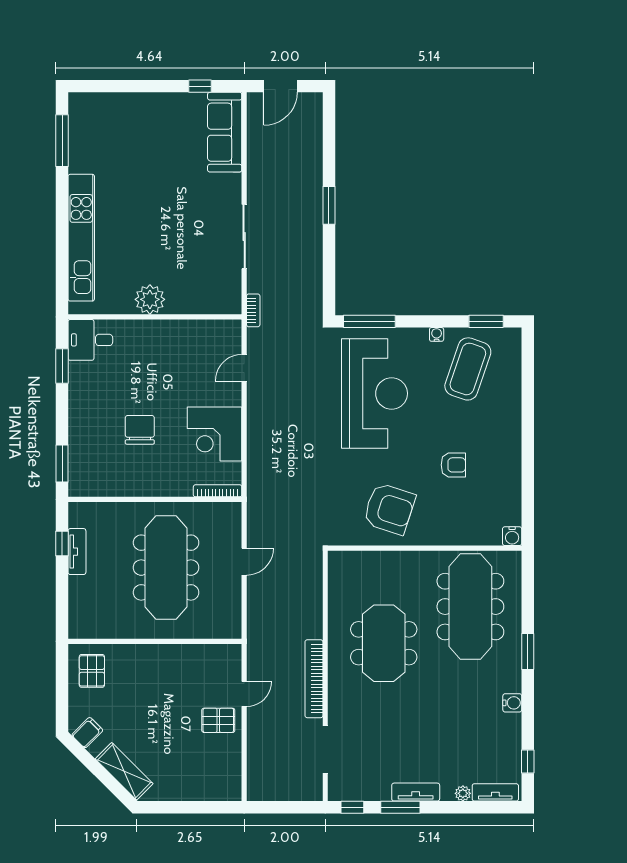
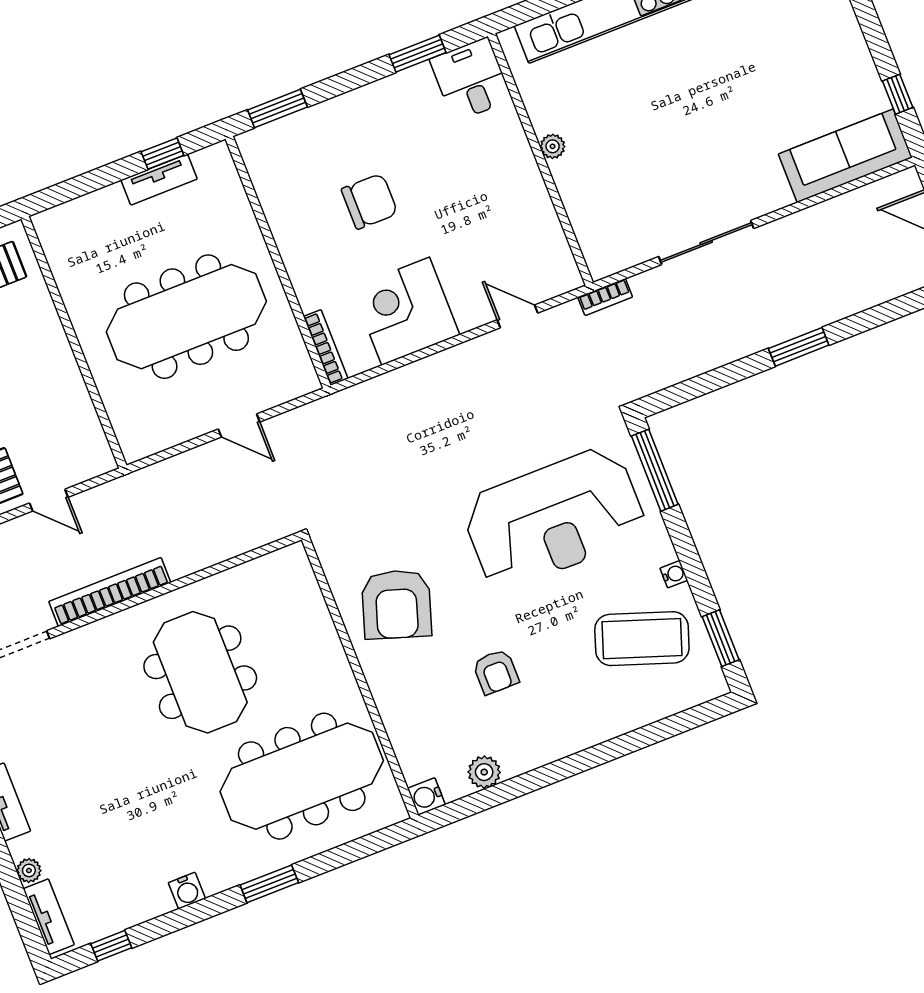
plant: (150, 299) -> (553, 146), width x0.53, depth x0.53
plant: (511, 496) -> (484, 772), added
meeting table: (384, 643) -> (200, 672), turned 90

